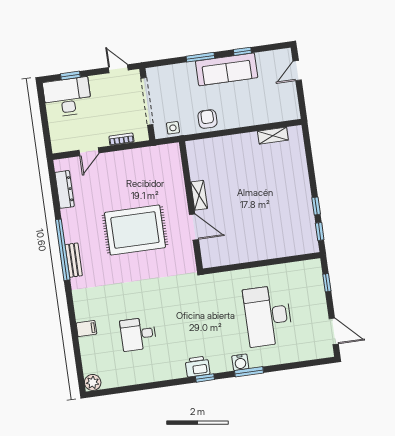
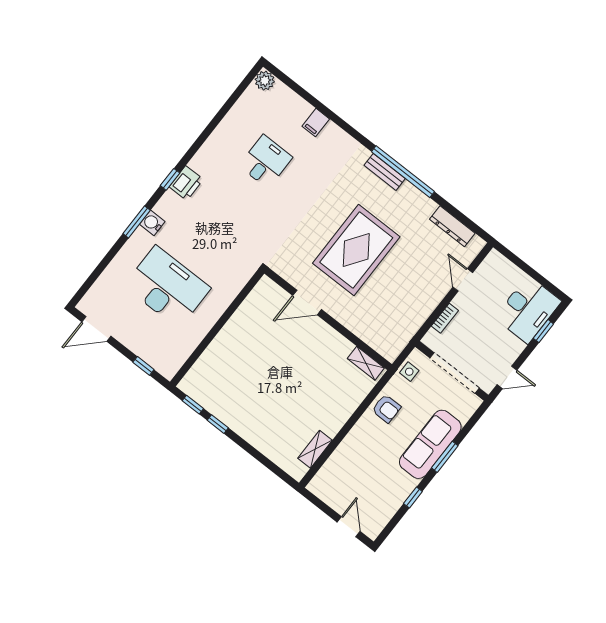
sofa: (227, 69) -> (430, 444), moved
shelving: (199, 195) -> (366, 363), moved

